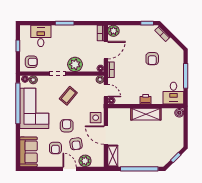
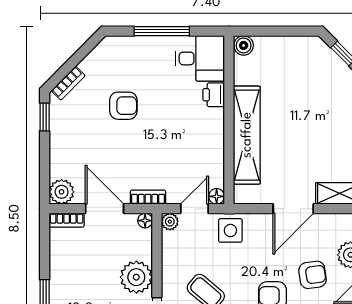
printer: (146, 99) -> (214, 95), moved
shelving: (146, 114) -> (247, 135), width x1.47
side table: (96, 118) -> (230, 230), moved

